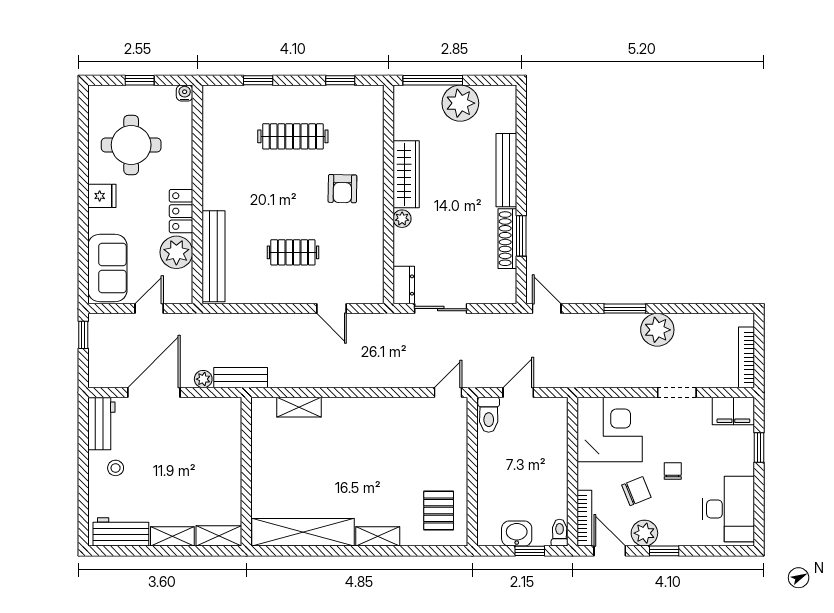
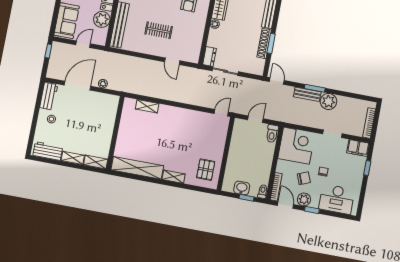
bench: (241, 378) -> (307, 94), moved
toilet: (489, 415) -> (272, 134), moved
desk: (728, 509) -> (337, 199), moved, turned 90

